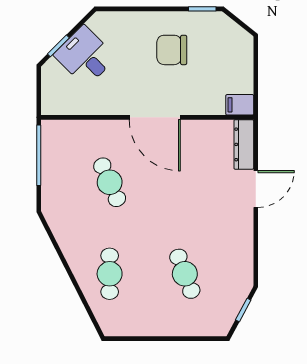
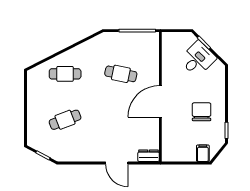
filing cabinet: (240, 105) -> (203, 153), moved
dresser: (244, 144) -> (149, 156), width x0.70
cafe table: (110, 182) -> (121, 74), turned 36

